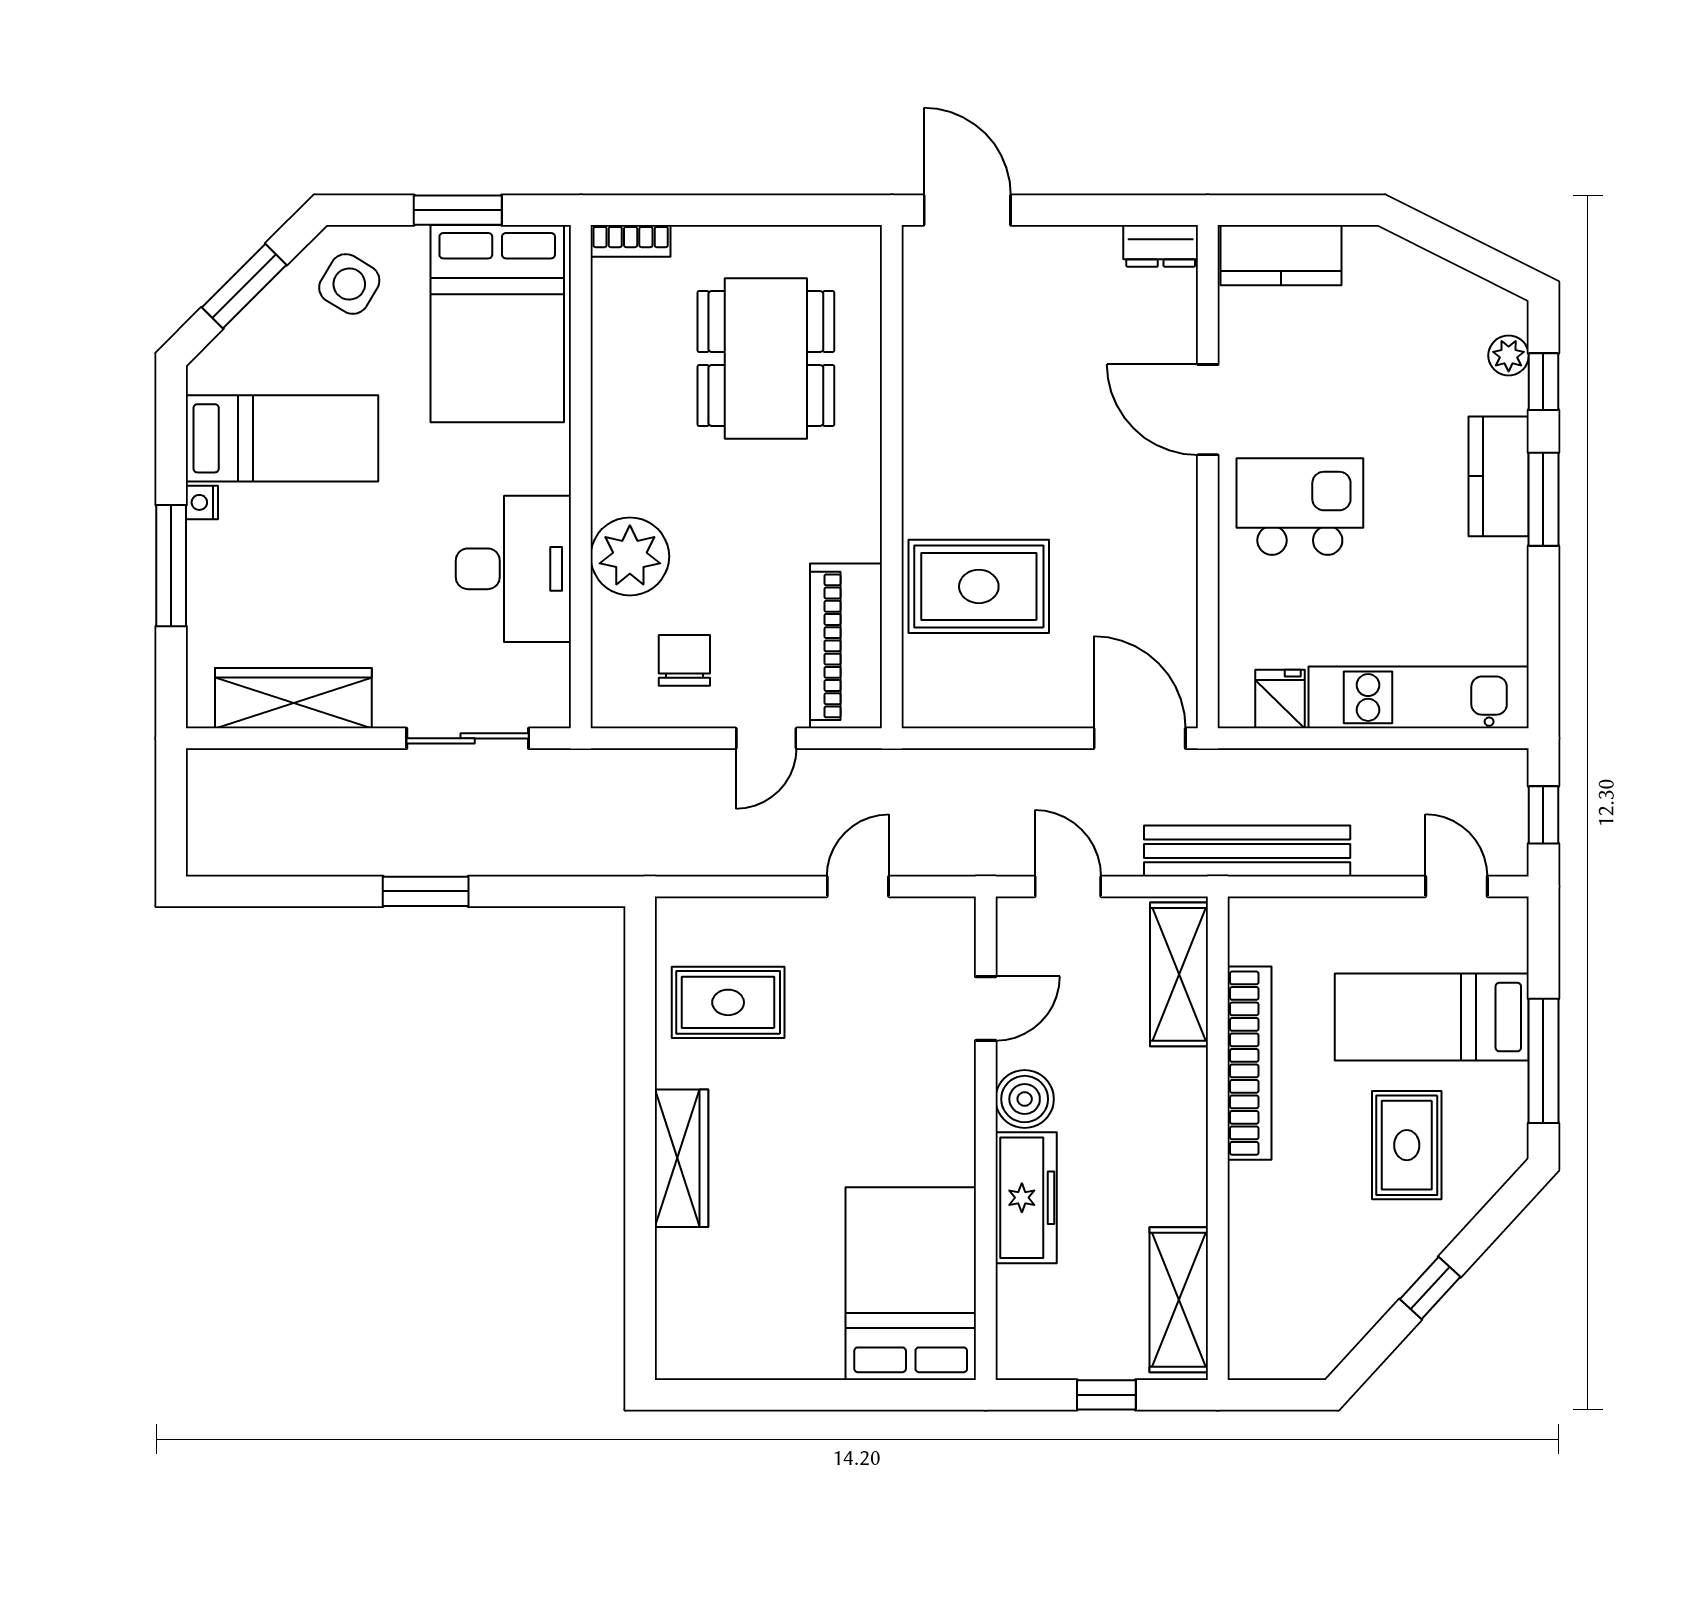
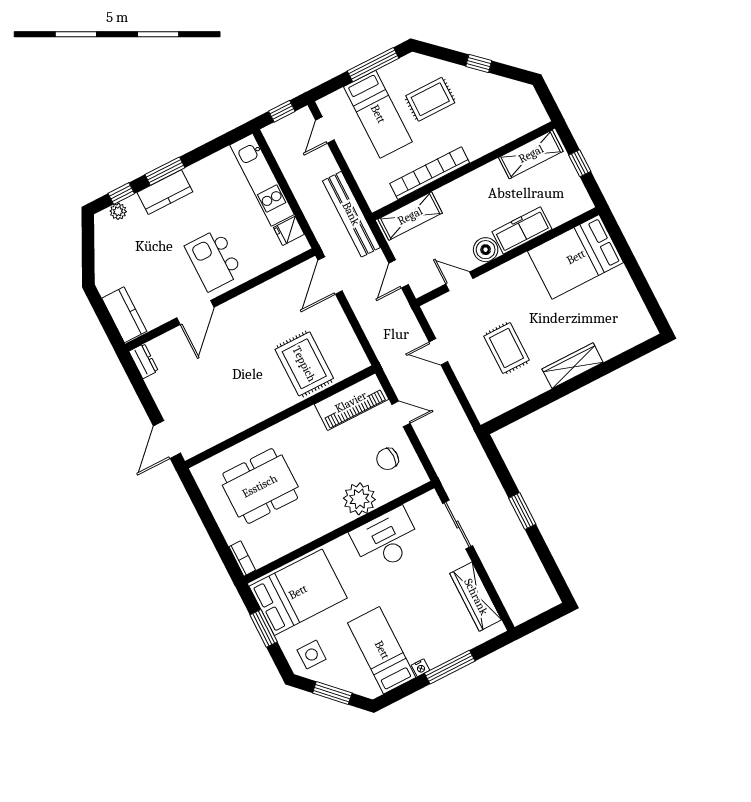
side table: (349, 284) -> (312, 655), turned -31
rug: (728, 1002) -> (506, 348), moved

